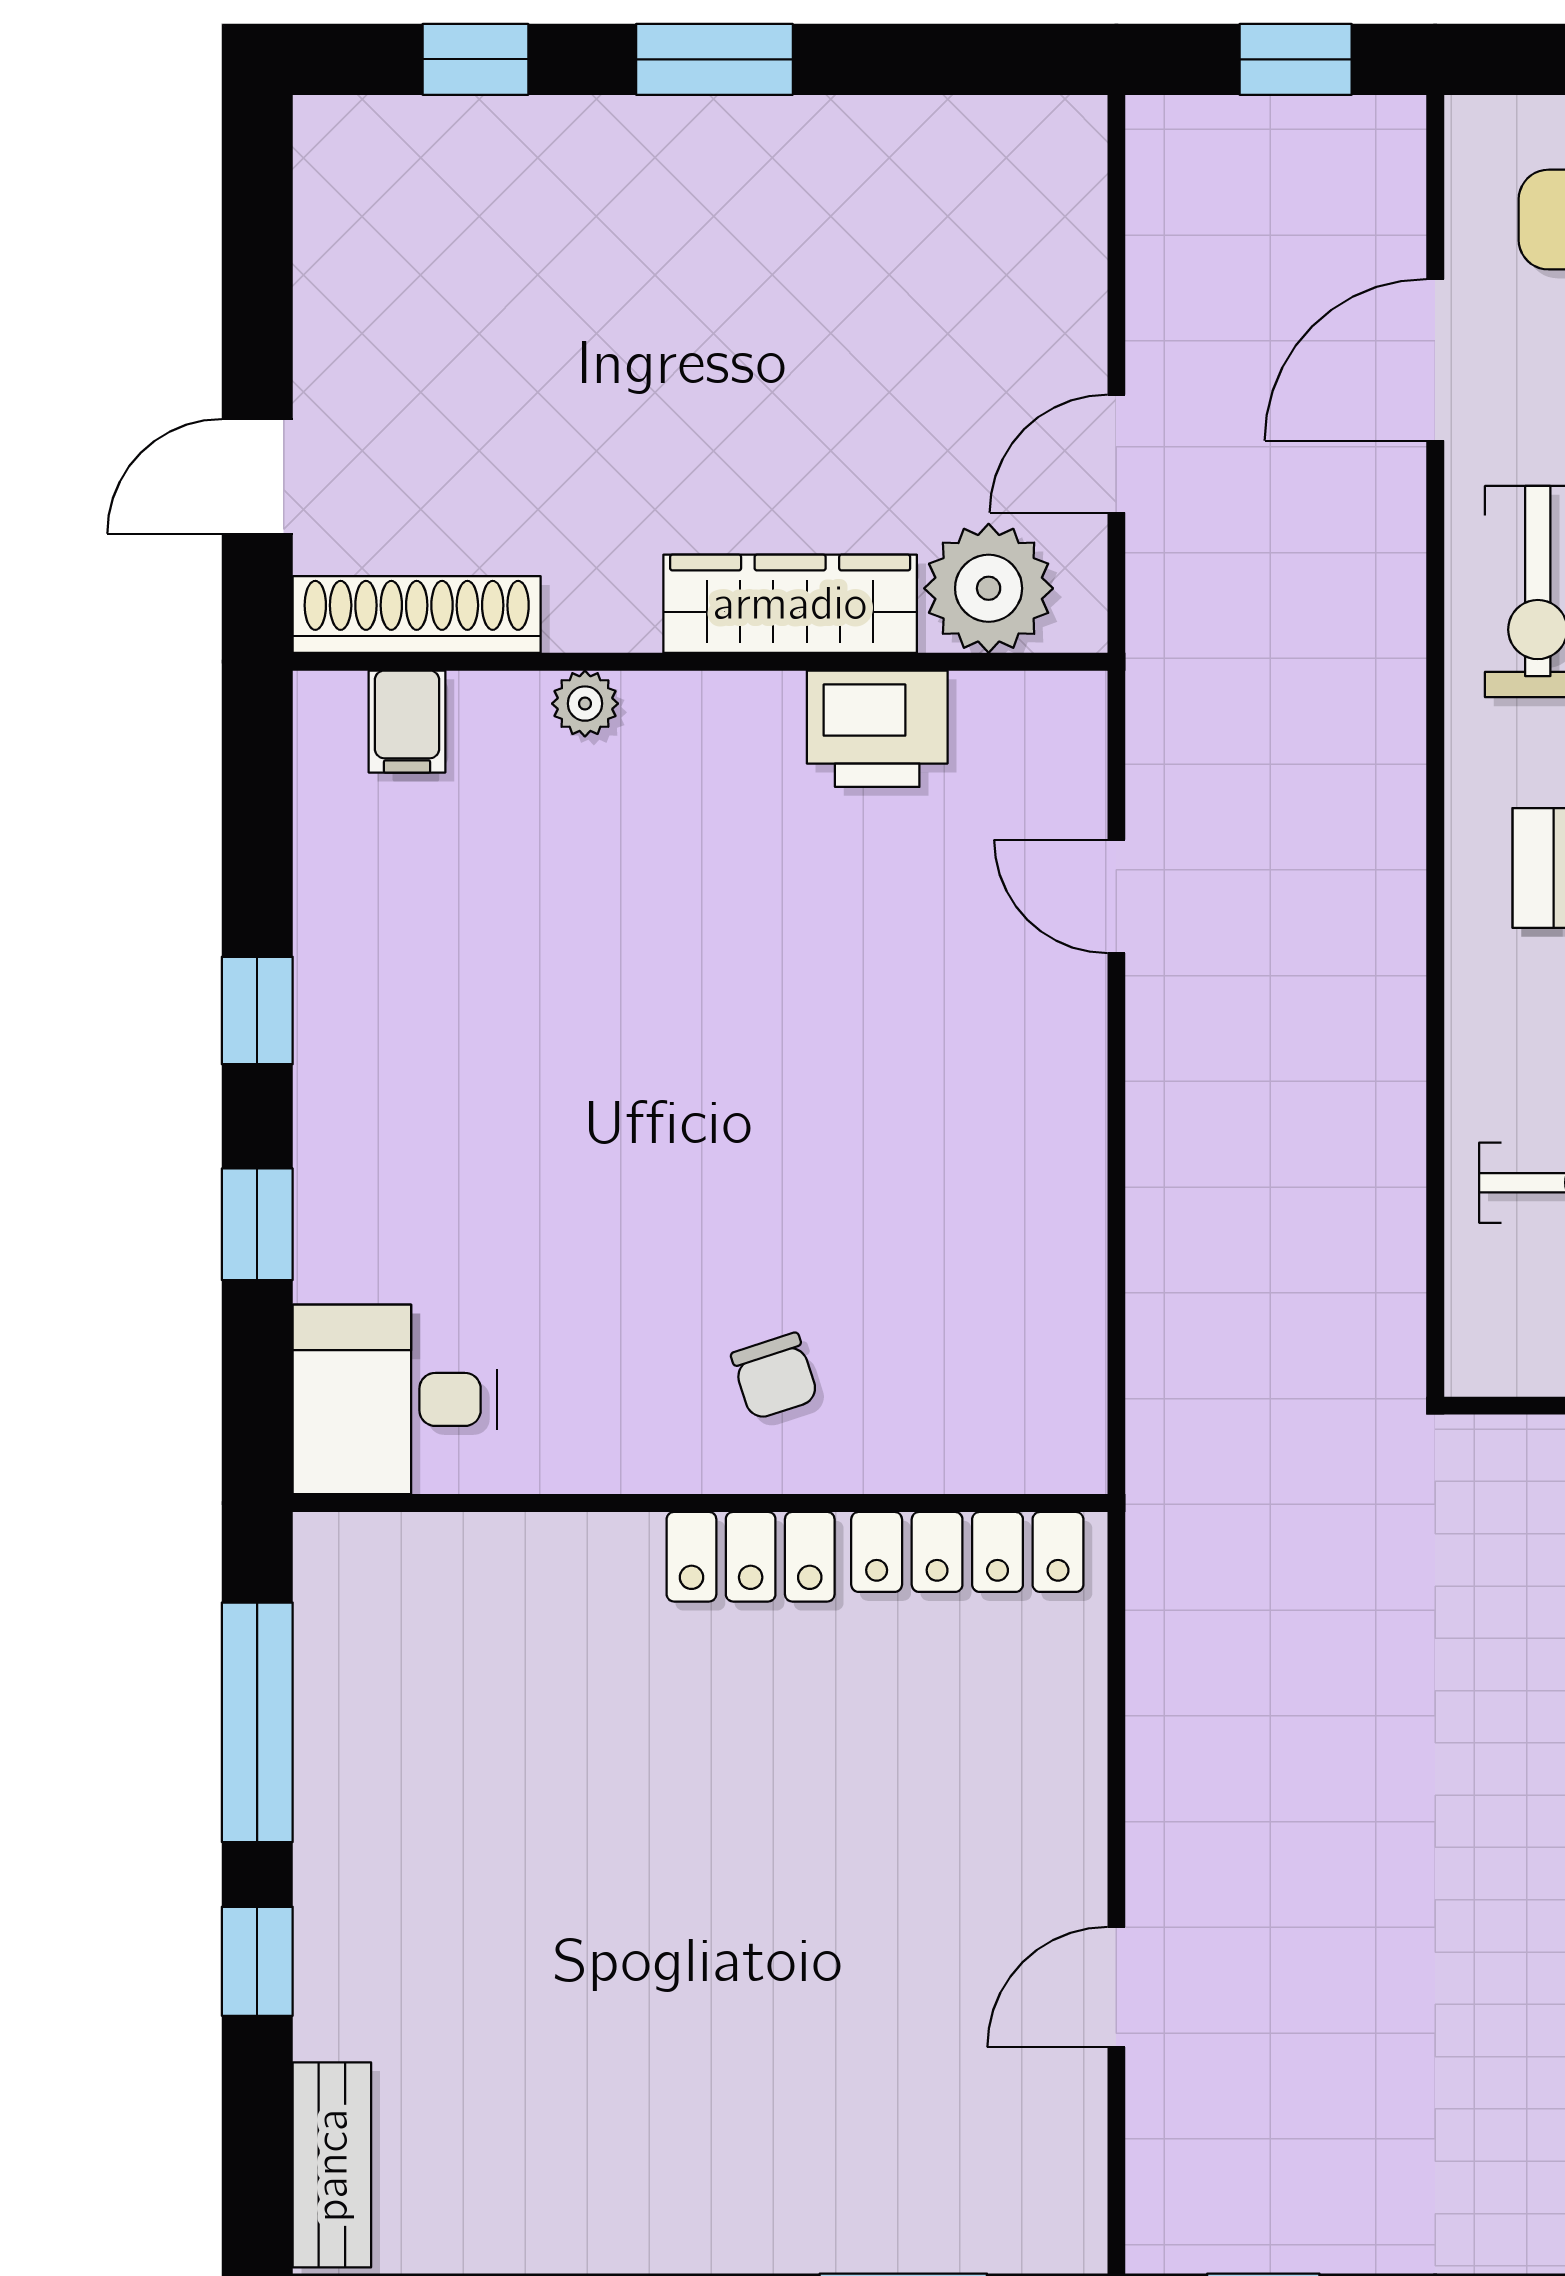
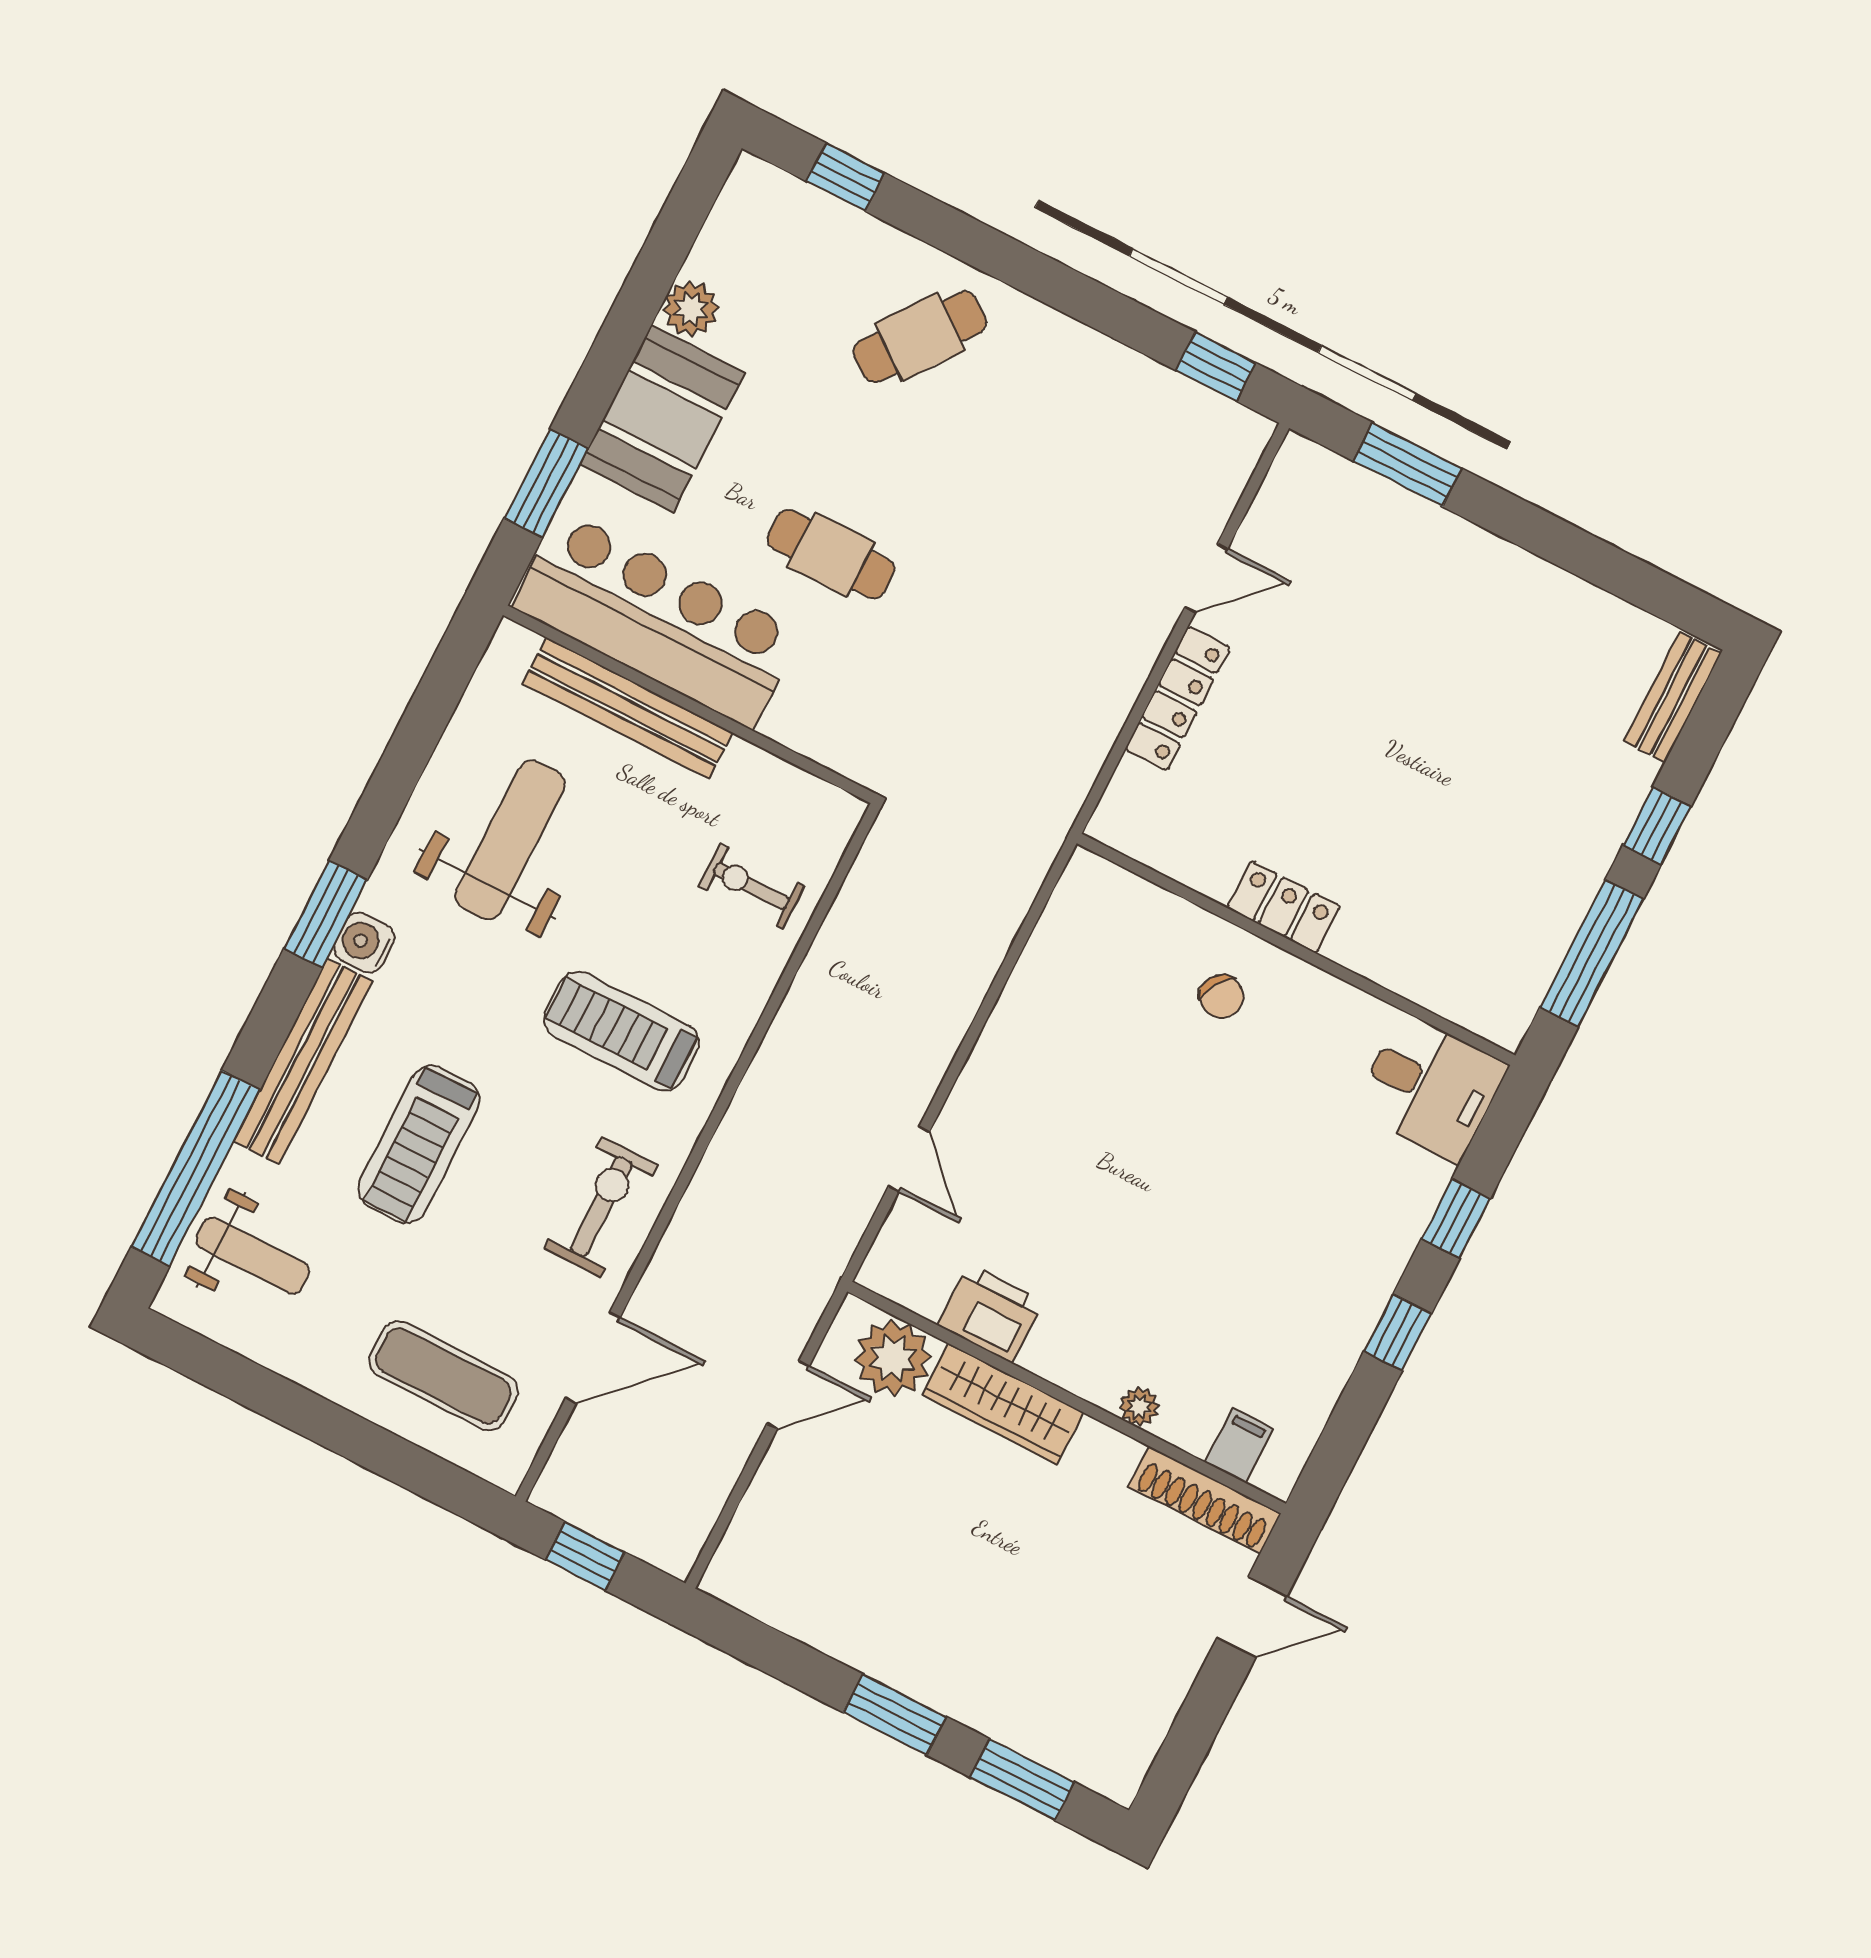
window: (475, 59) -> (1022, 1780), width x1.50
chair: (775, 1376) -> (1222, 997), turned 140
locker: (967, 1552) -> (1178, 698), moved, turned 90

